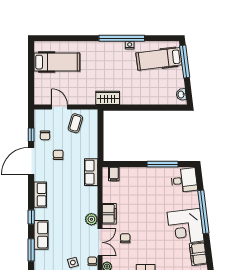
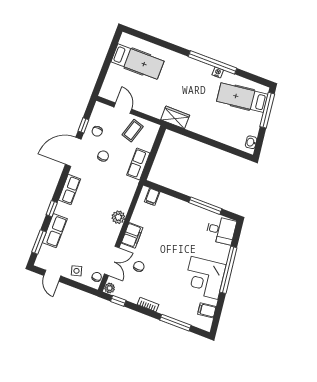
row of seats: (91, 172) -> (138, 164), moved
plant: (91, 219) -> (118, 217), moved
filing cabinet: (198, 254) -> (207, 310), width x0.50

